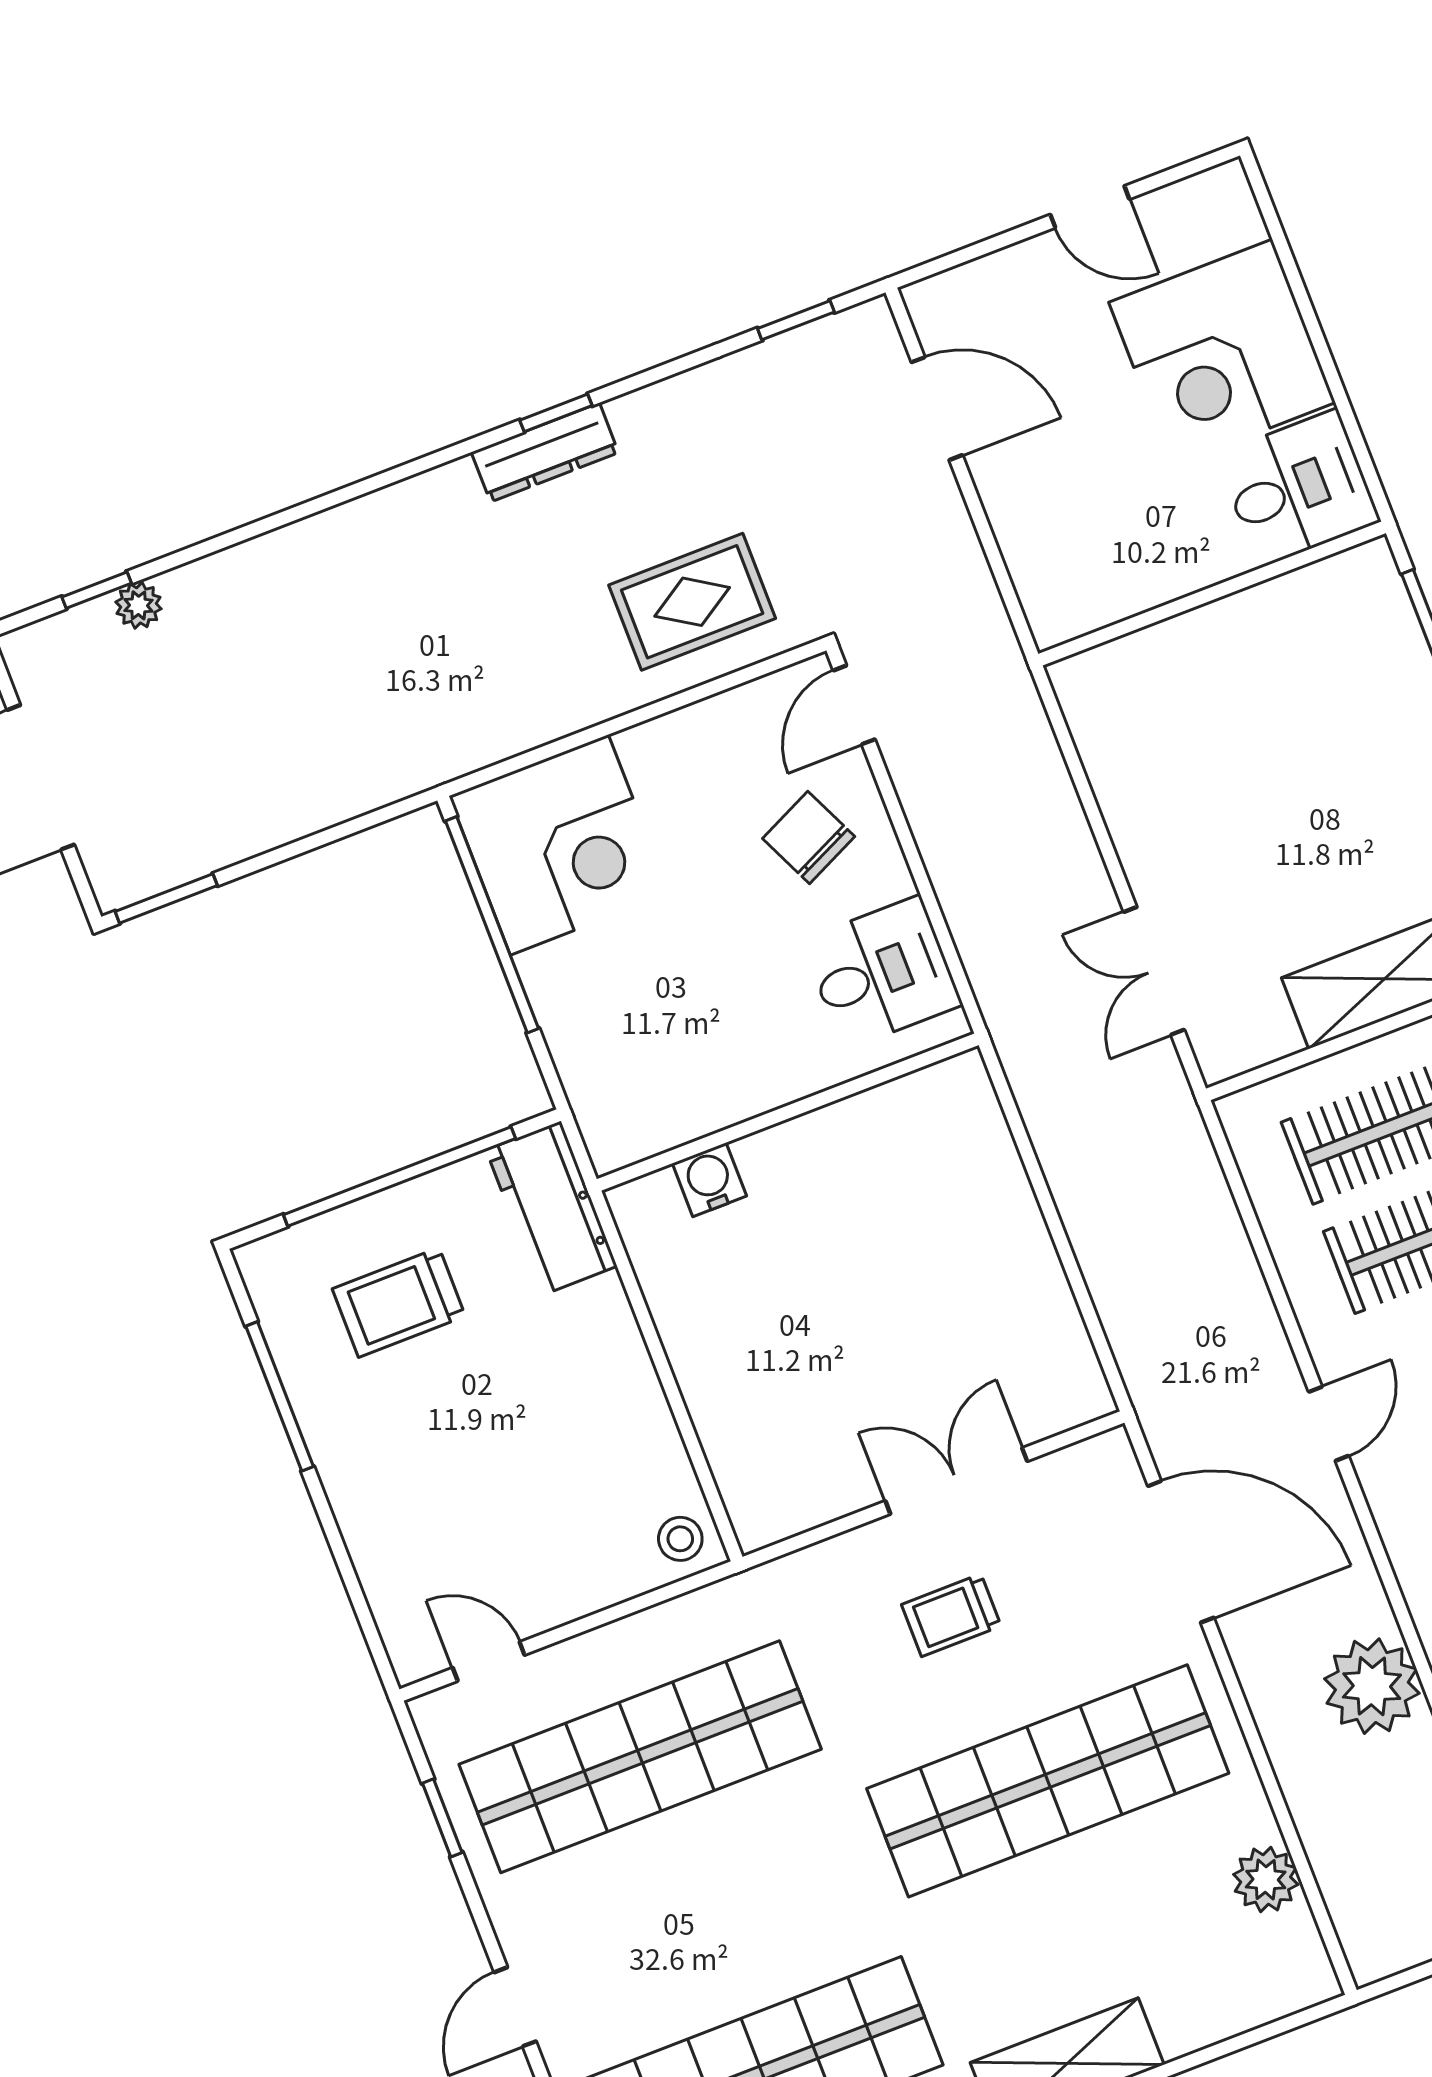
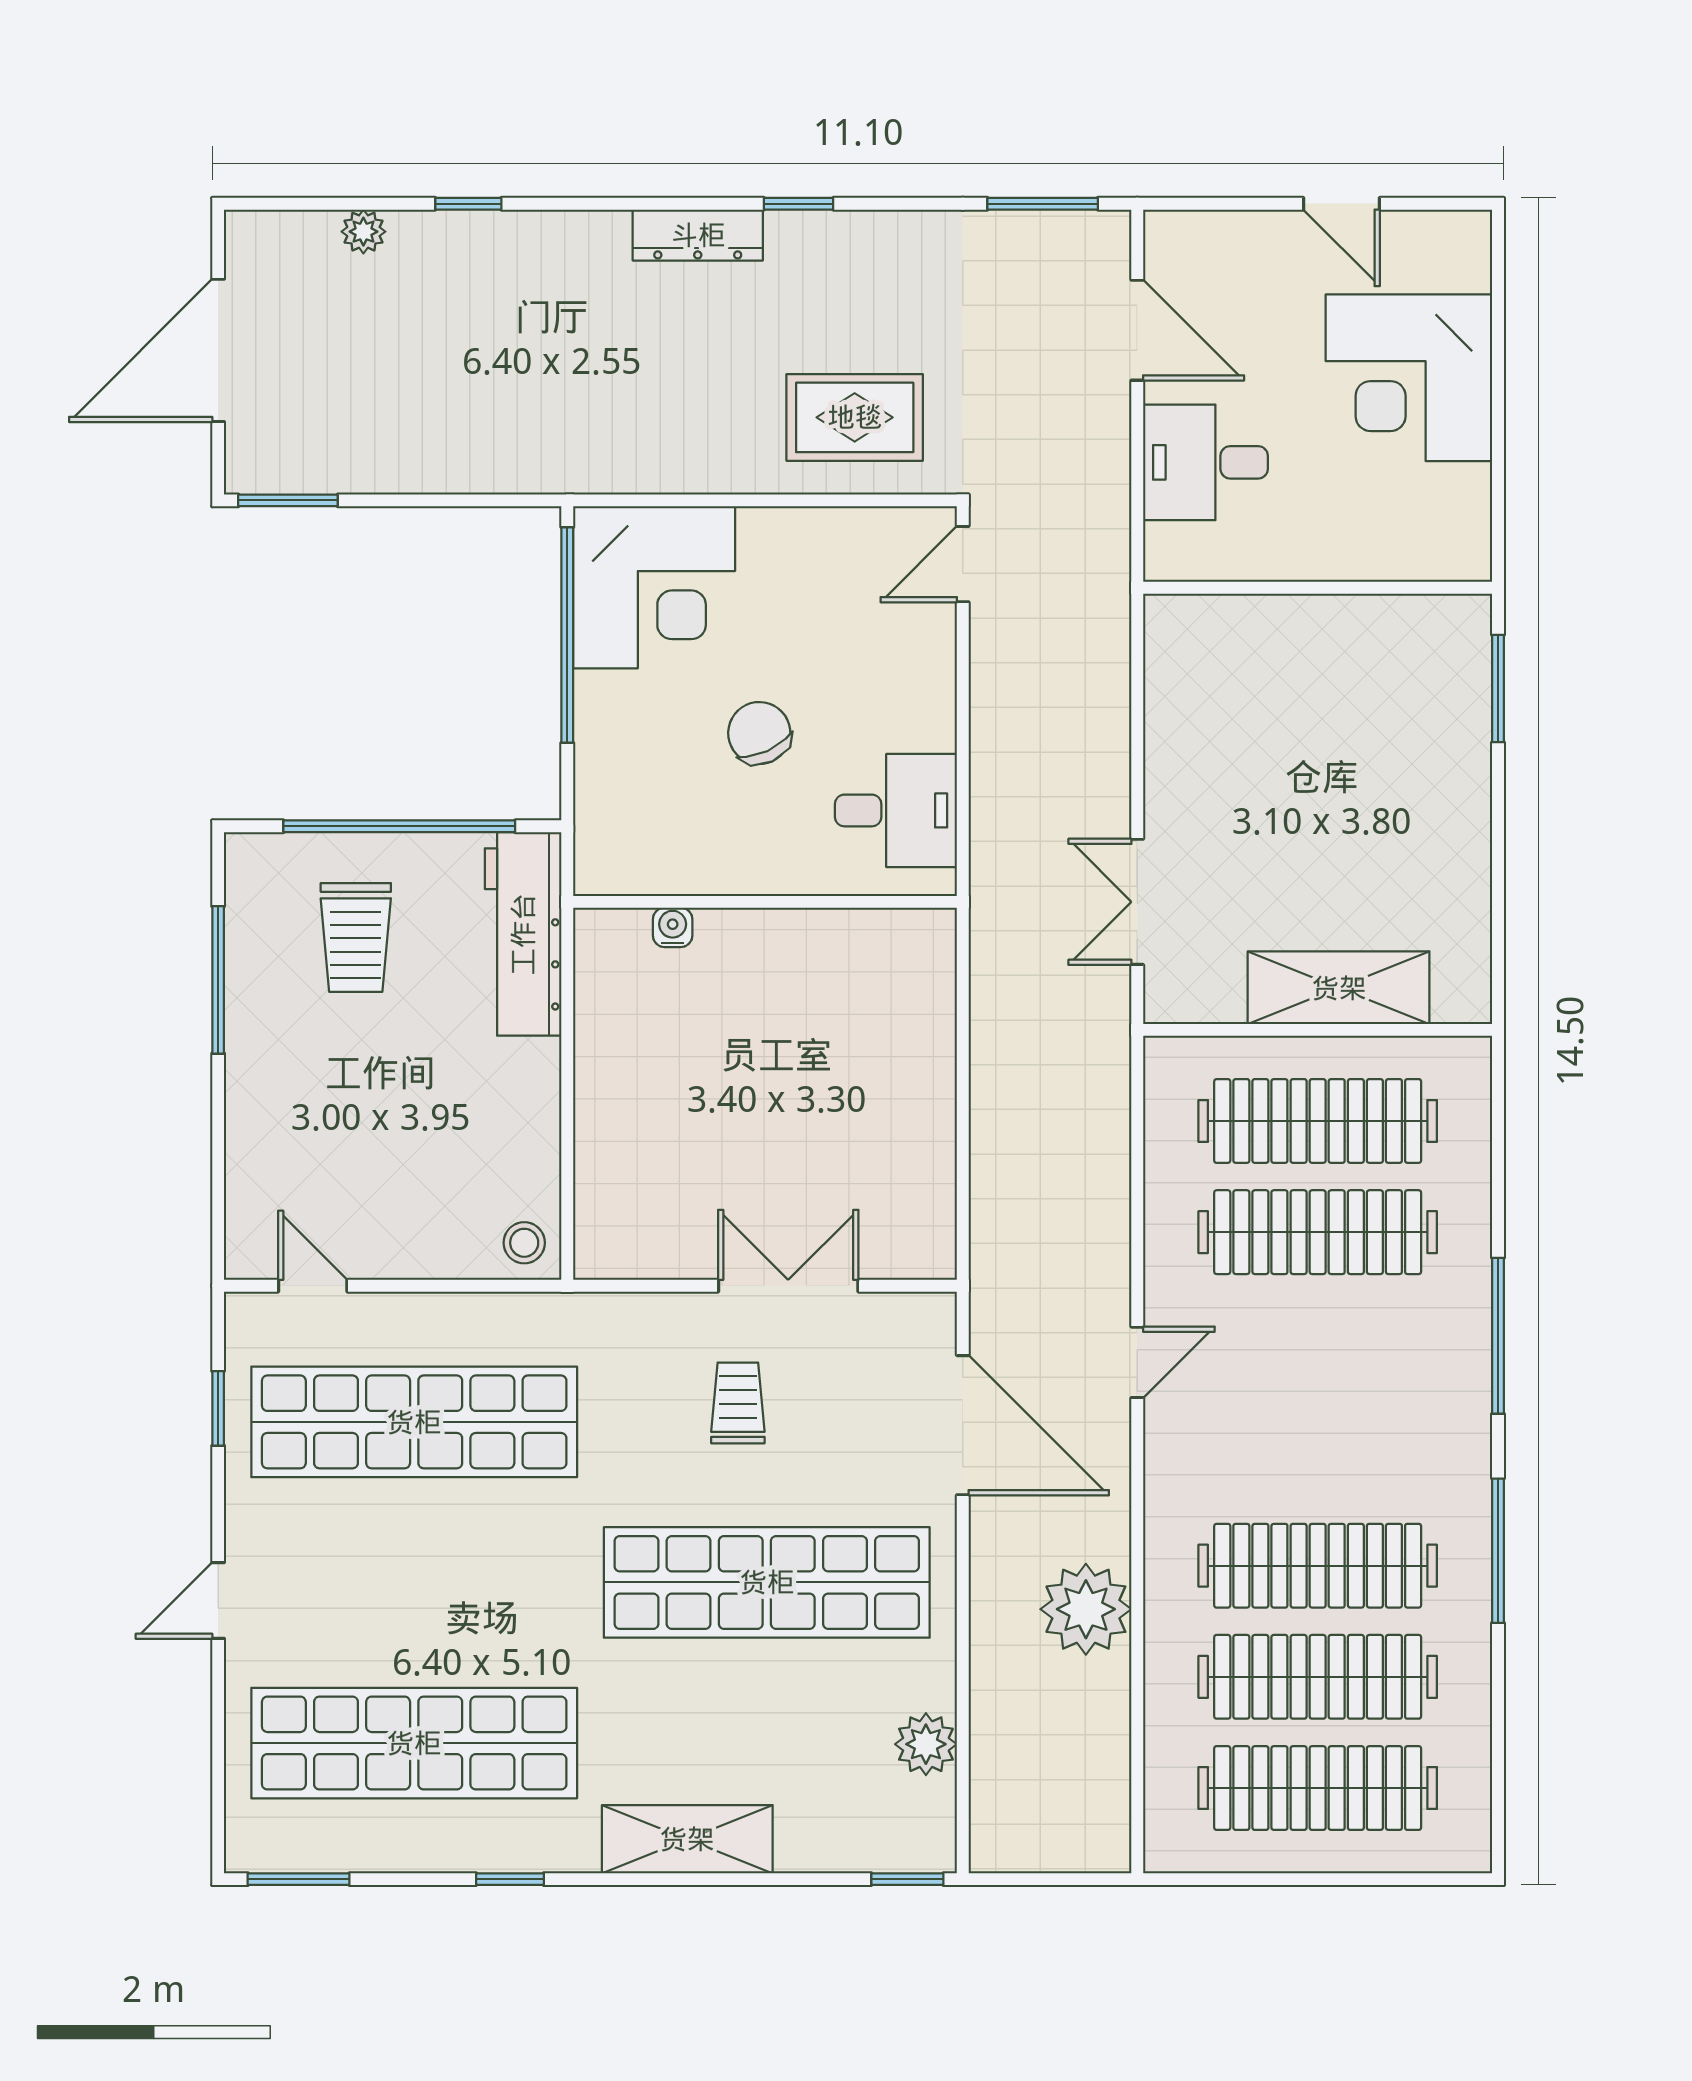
window: (796, 320) -> (1043, 204), width x1.50
dresser: (545, 452) -> (698, 235), moved
desk: (1298, 488) -> (1205, 462), moved, turned 180
window: (97, 590) -> (468, 204), moved
chair: (809, 837) -> (759, 733), moved
water cooler: (709, 1180) -> (673, 927), width x0.72, depth x0.72
workbench: (552, 1208) -> (523, 934), width x1.38
trolley: (399, 1302) -> (356, 937), turned -90
trolley: (951, 1615) -> (738, 1403), turned 90
window: (1299, 2019) -> (907, 1879), added

